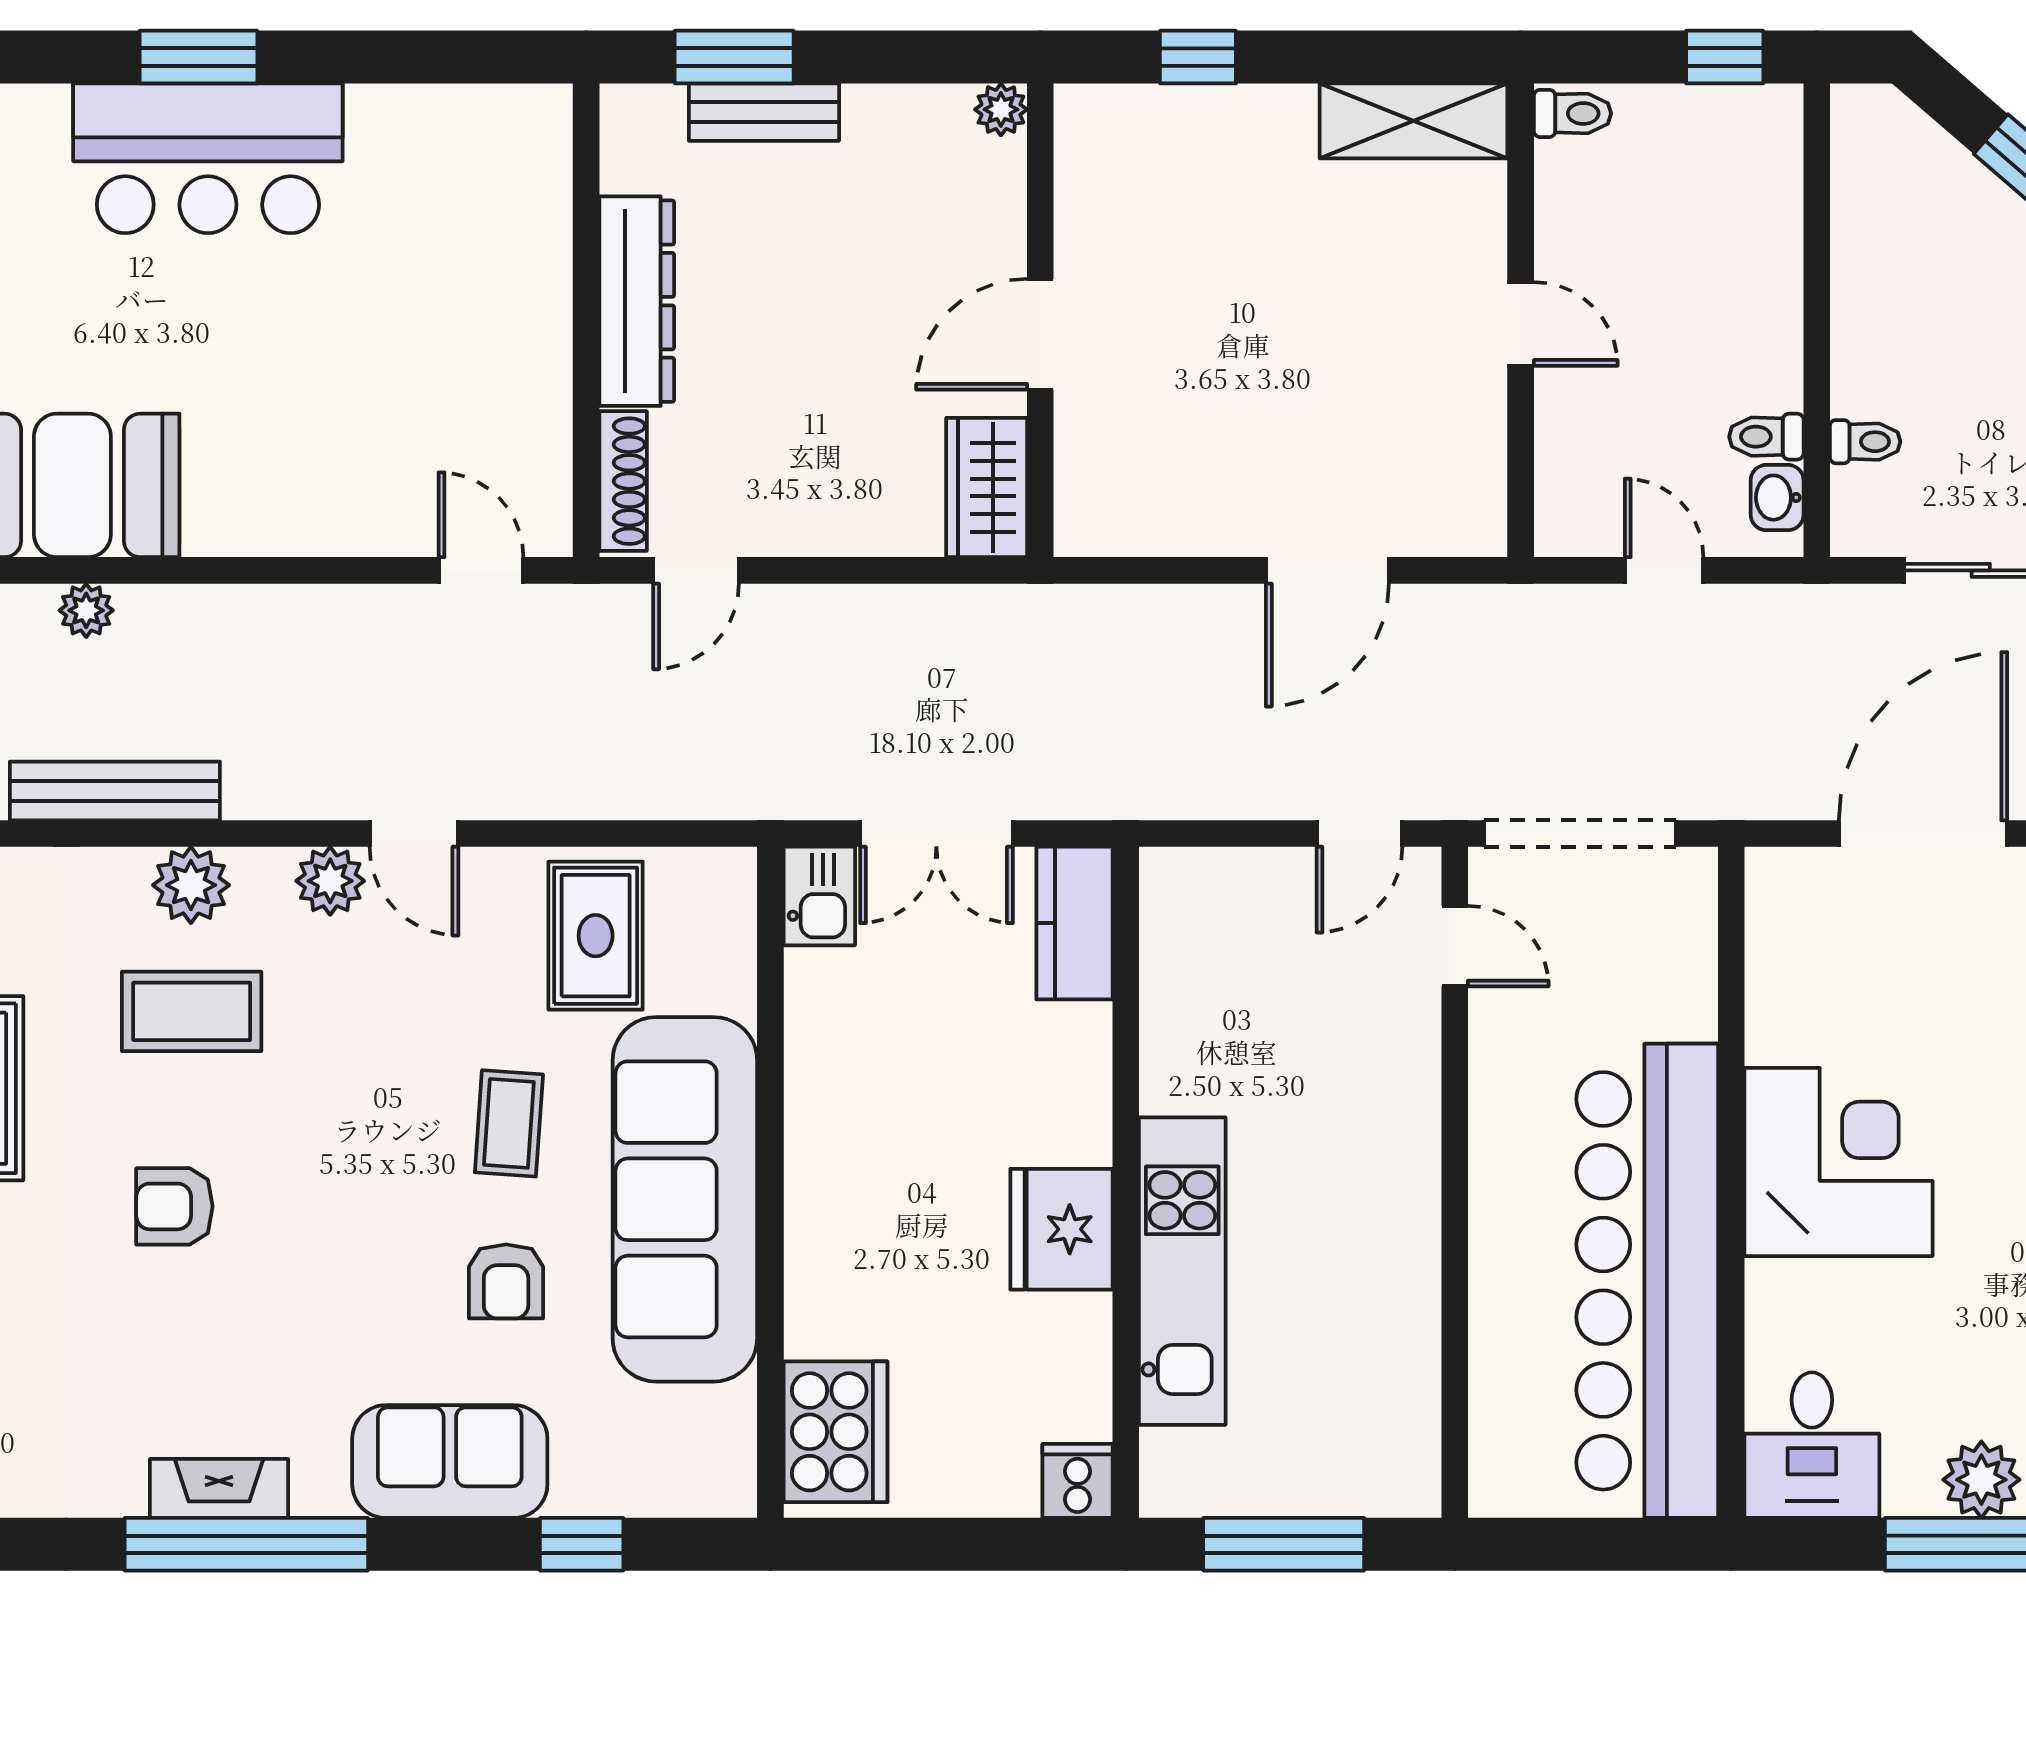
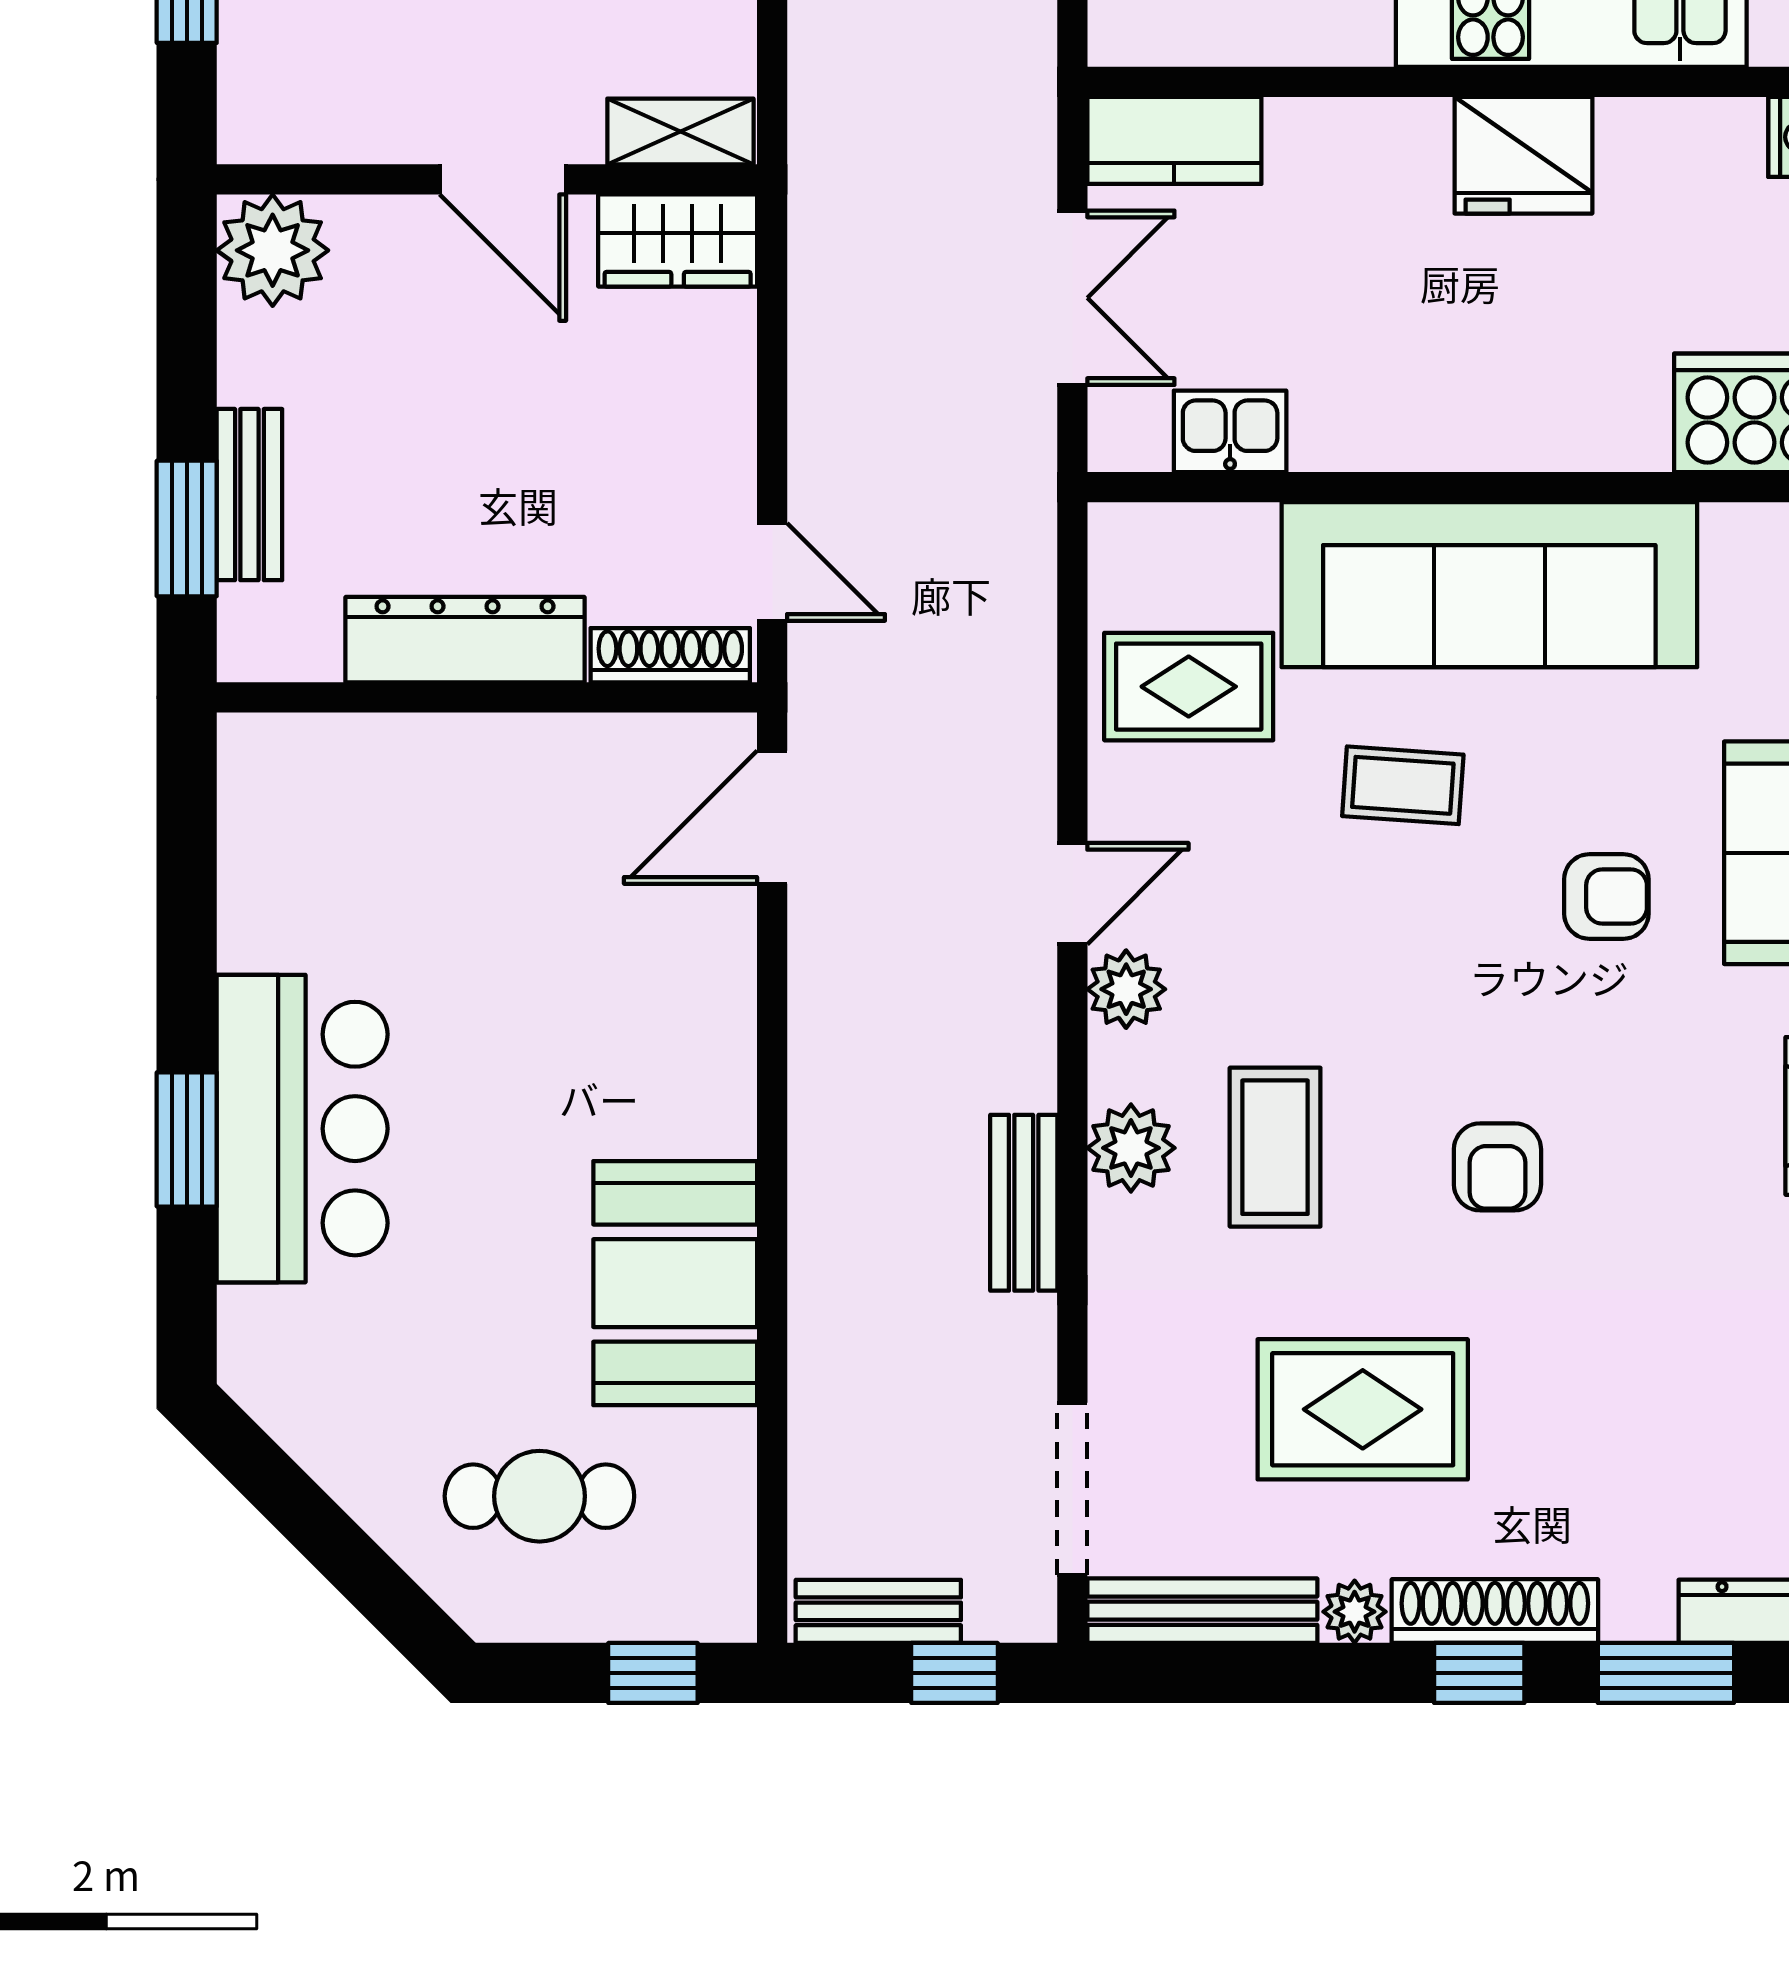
plant: (1001, 109) -> (273, 250), width x1.87, depth x1.87
shelving: (1082, 490) -> (680, 132), added
door: (481, 570) -> (772, 817), width x1.38
plant: (86, 610) -> (818, 1267), removed
bench: (115, 791) -> (1024, 1203), width x0.73
kitchen sink: (819, 896) -> (1230, 431), moved
armchair: (506, 1281) -> (1606, 897), moved

